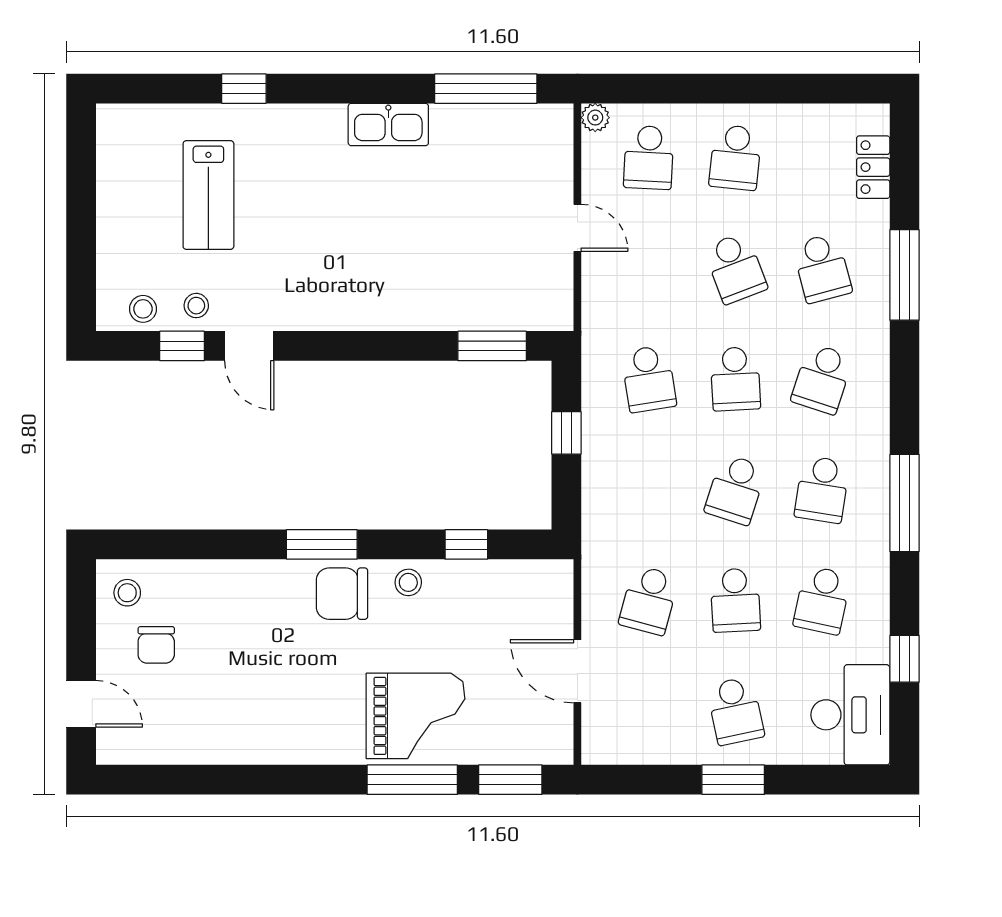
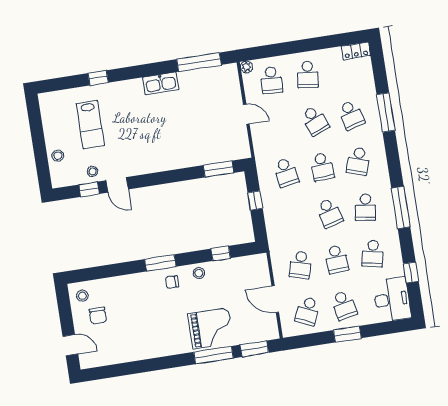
locker: (873, 167) -> (356, 51), moved, turned -90
stool: (143, 309) -> (58, 156), moved
school desk: (735, 490) -> (329, 213), turned -33
chair: (342, 594) -> (172, 282), width x0.54, depth x0.54
school desk: (649, 711) -> (308, 311), added

